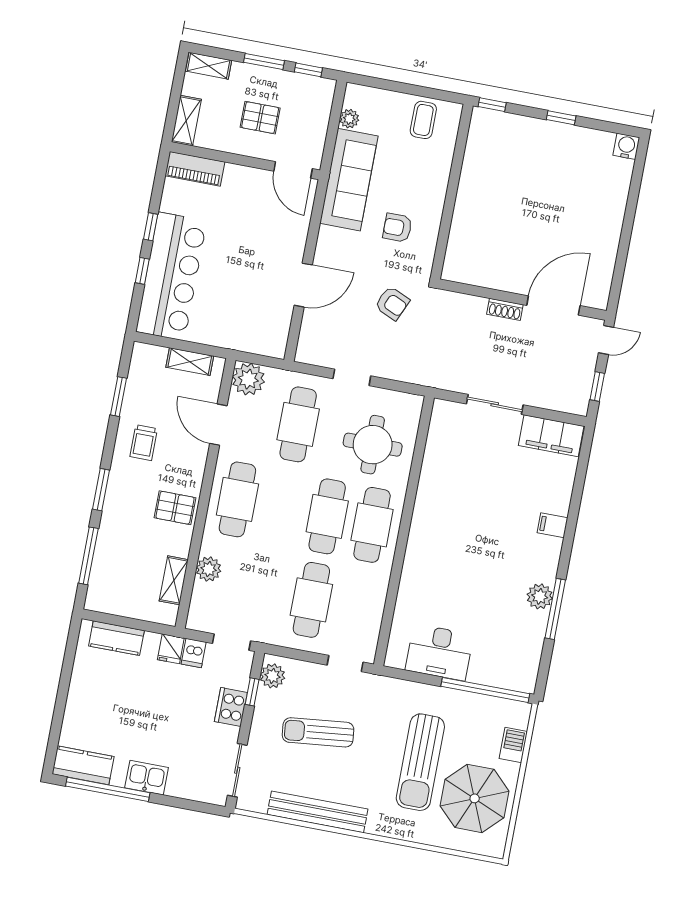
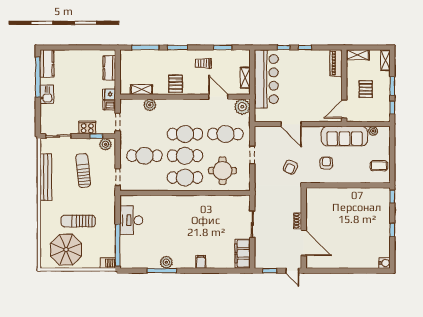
bar counter: (171, 276) -> (266, 79), moved, turned -90
door: (218, 425) -> (218, 97), hinge flipped
cafe table: (237, 499) -> (185, 134), moved
barbecue: (513, 745) -> (108, 263), moved
sun lounger: (420, 762) -> (78, 221), width x0.73, depth x0.75

